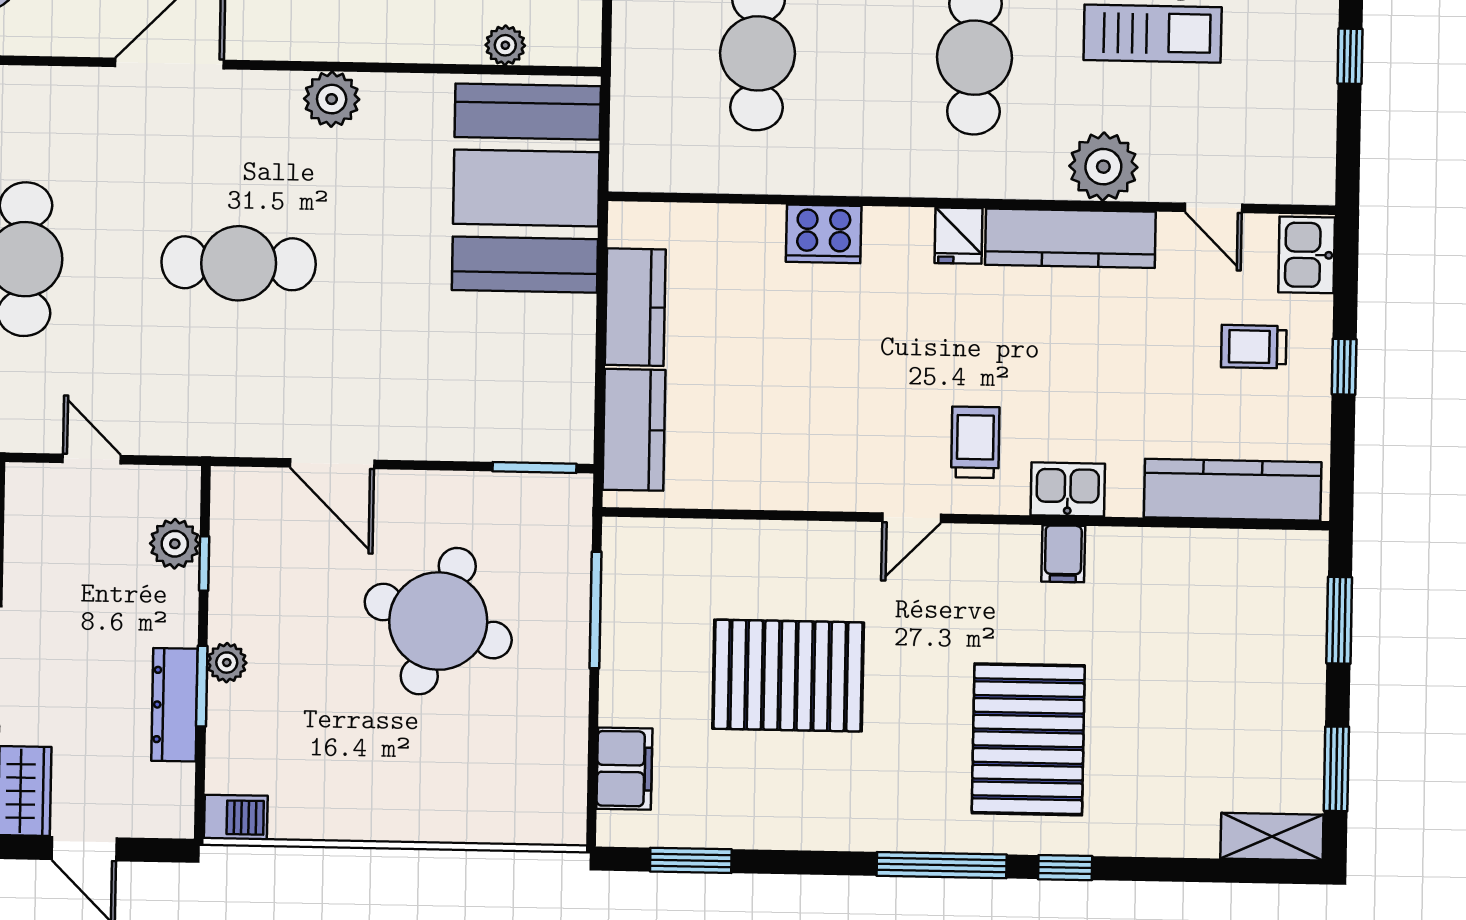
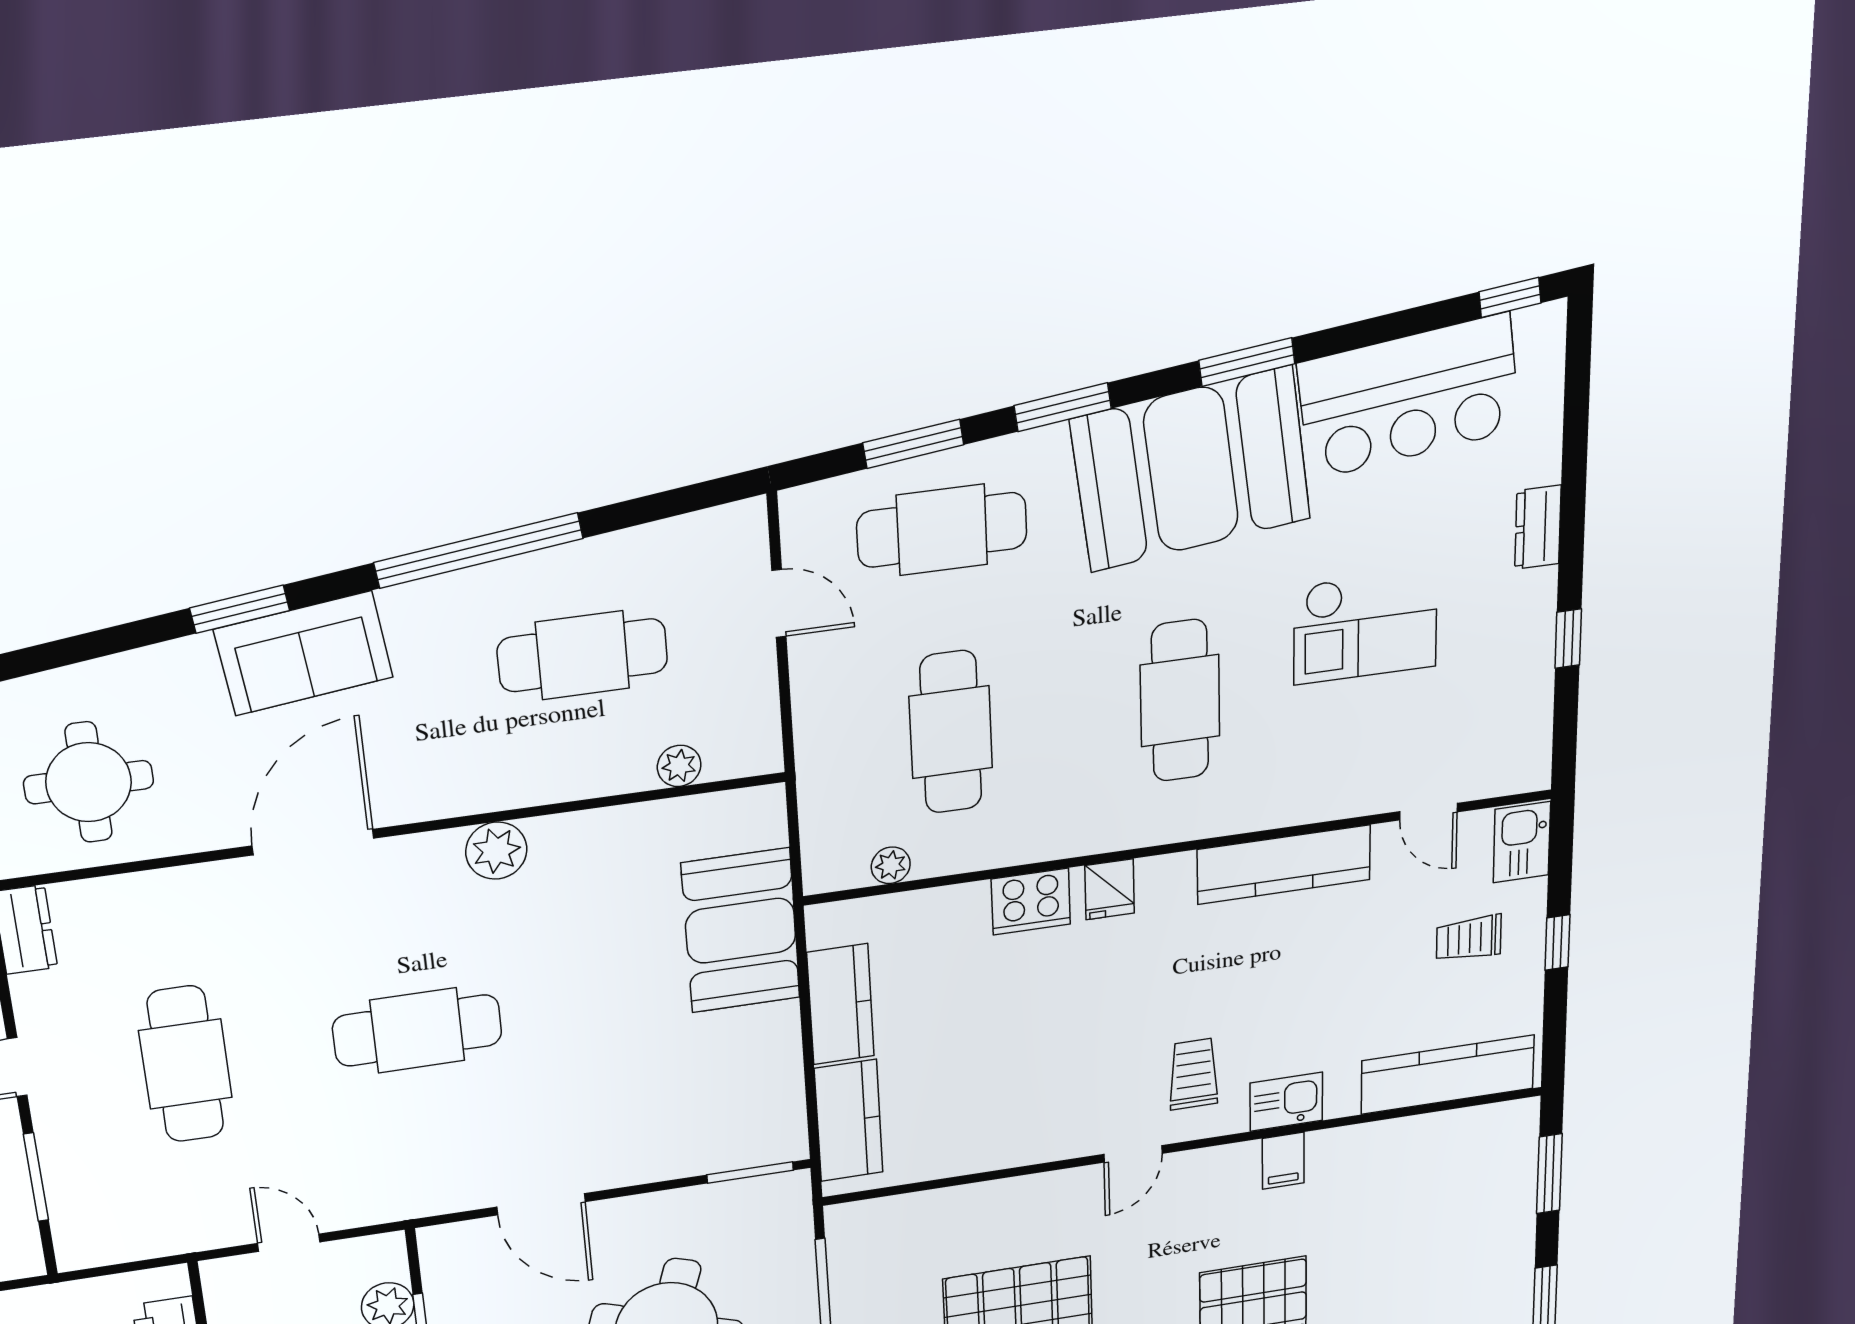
plant: (1103, 167) -> (891, 865), moved, width x0.53, depth x0.53
booth: (526, 188) -> (741, 931), width x0.73, depth x0.70
fridge: (958, 236) -> (1110, 889), moved

